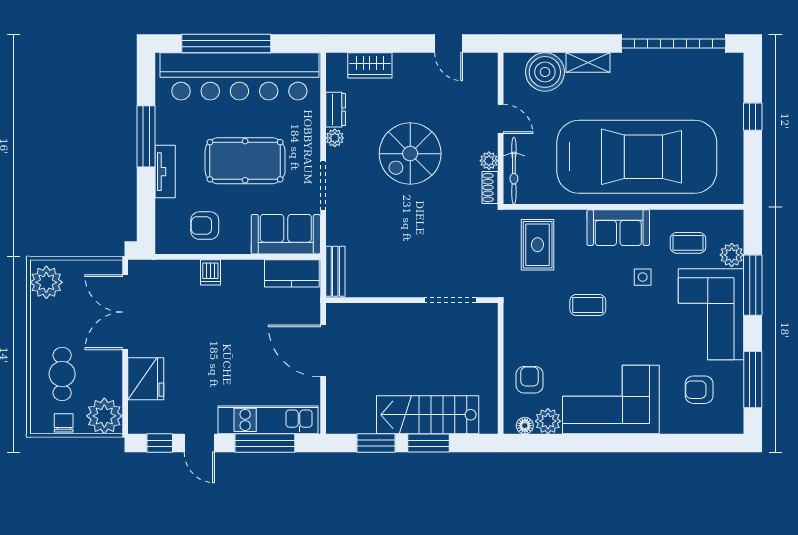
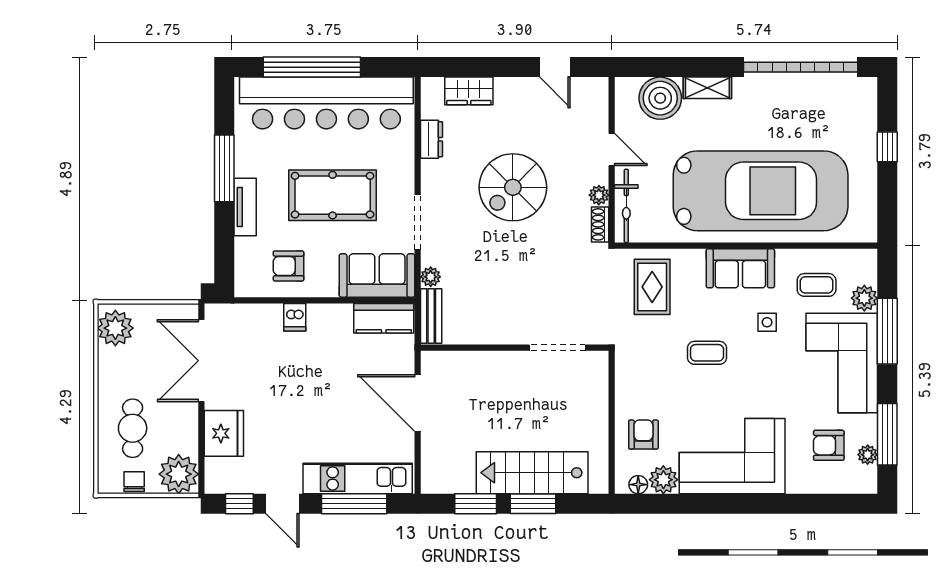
plant: (335, 138) -> (431, 277), moved
plant: (735, 398) -> (868, 455), added

